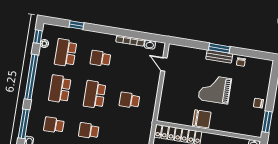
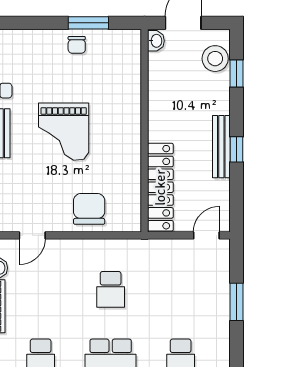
chair: (202, 119) -> (89, 209), moved
window: (267, 122) -> (88, 23), moved

